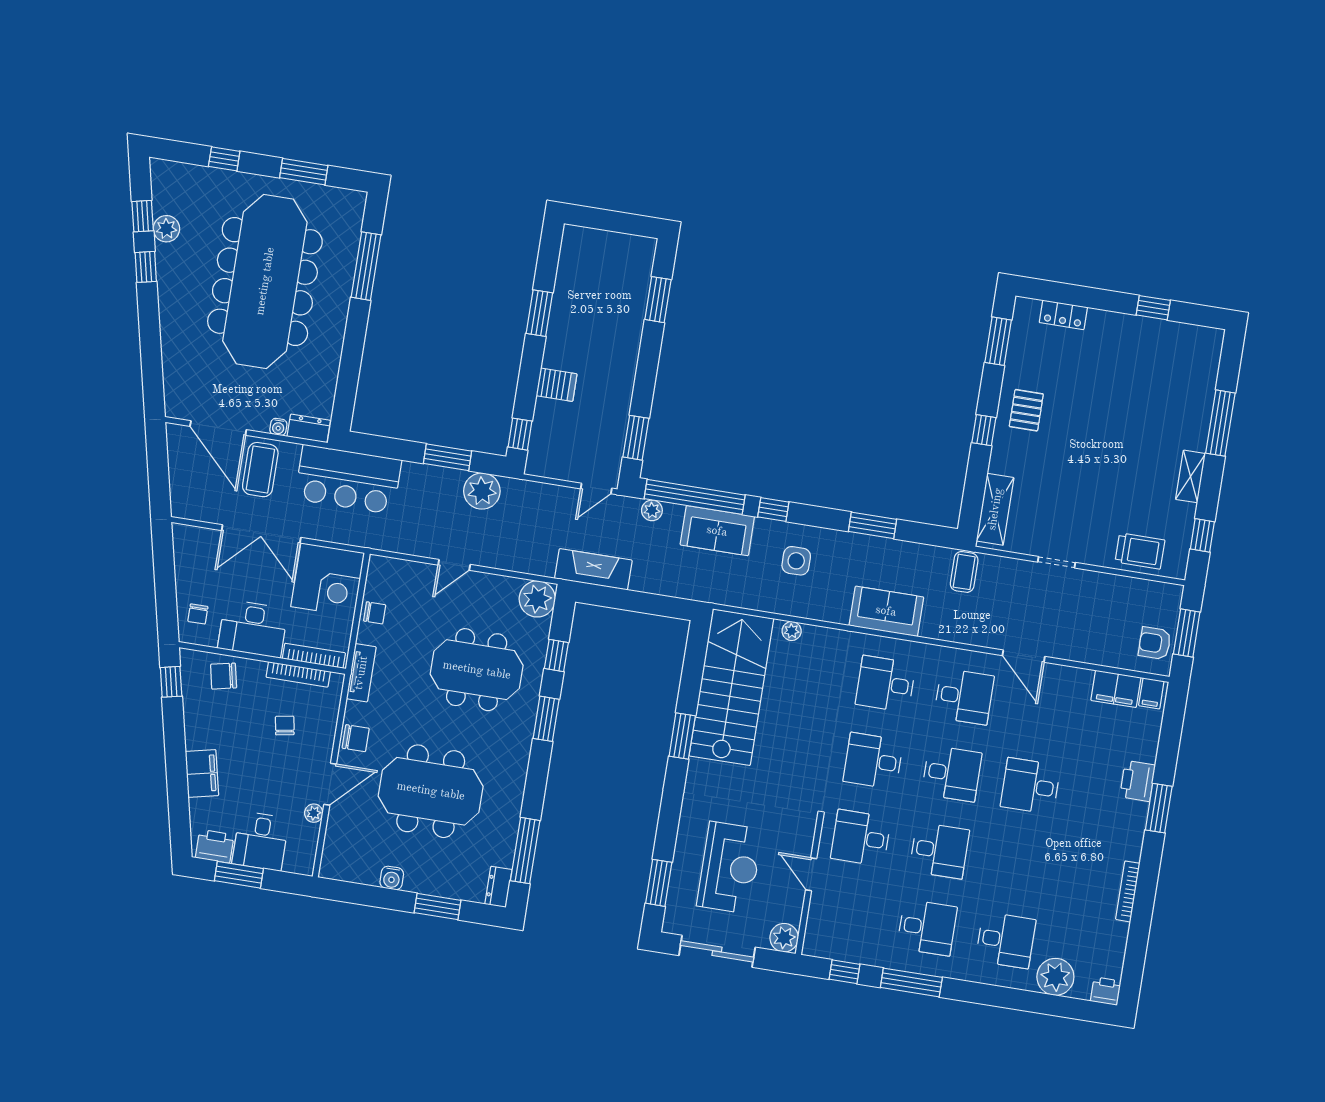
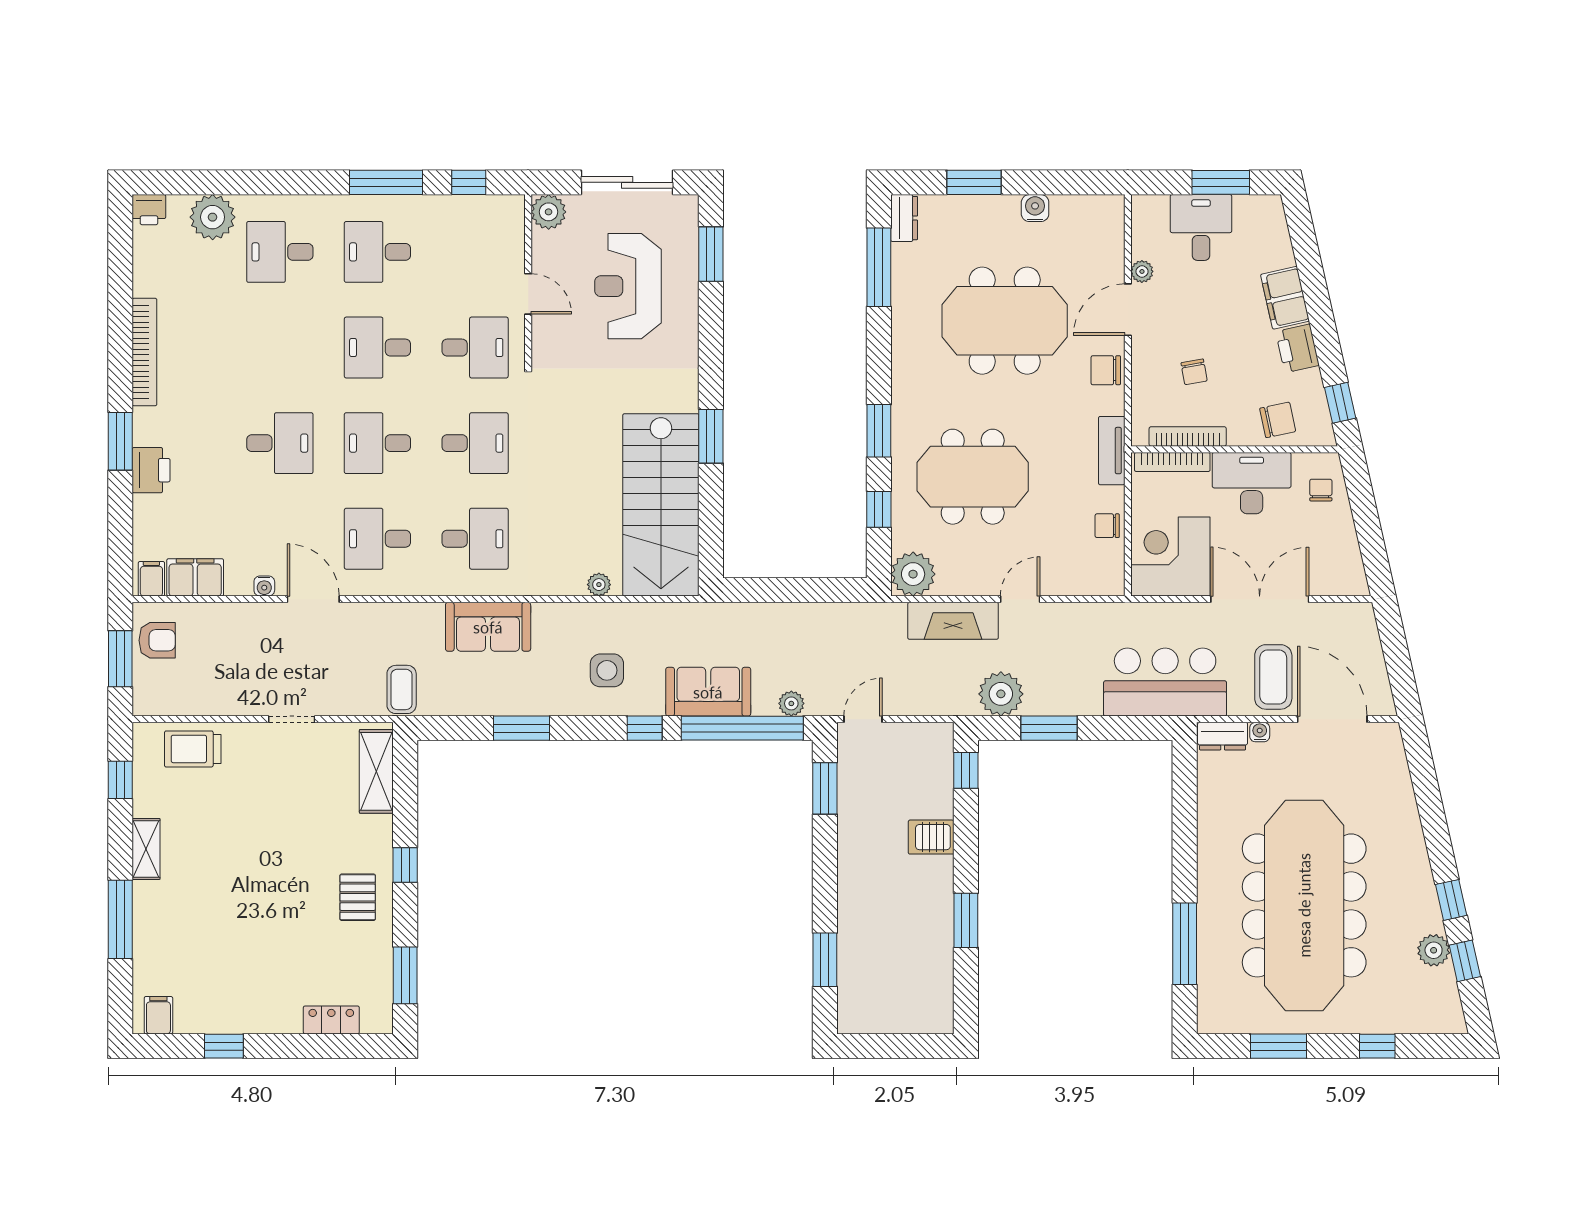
filing cabinet: (1202, 341) -> (158, 1015), added
fireplace: (593, 569) -> (953, 621), moved
water cooler: (1061, 673) -> (264, 586), added
printer: (215, 846) -> (1298, 348), moved, turned 77
bookcase: (1128, 891) -> (144, 352), width x1.48, depth x1.31

